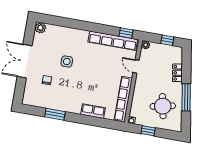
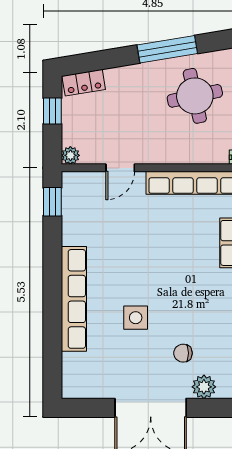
plant: (40, 28) -> (204, 387), moved
row of seats: (113, 41) -> (74, 299), moved
locker: (177, 73) -> (84, 83), moved

